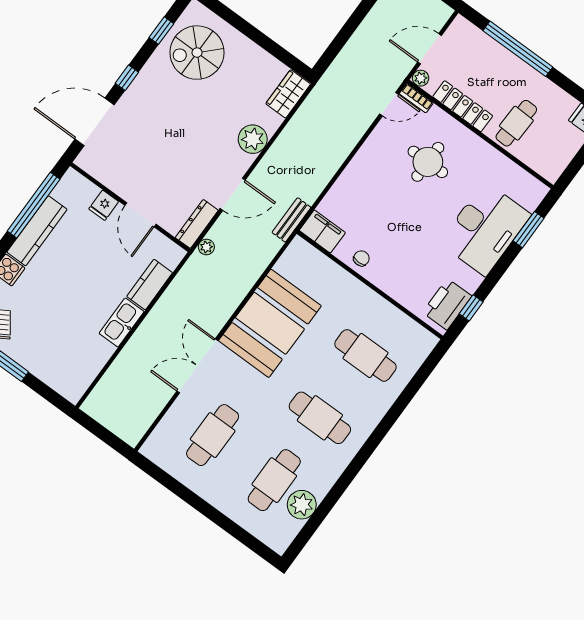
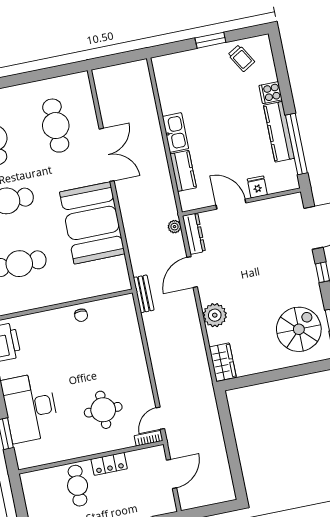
plant: (421, 78) -> (159, 452), removed
locker: (463, 106) -> (109, 464), width x0.66
filing cabinet: (322, 231) -> (119, 306), removed

